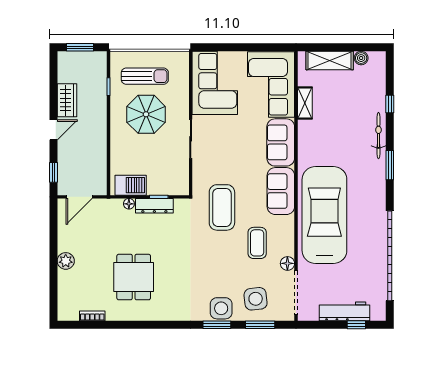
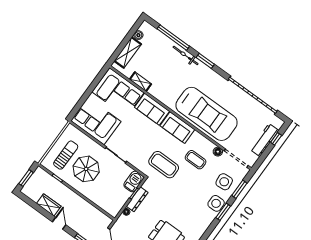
window: (390, 104) -> (173, 38), width x3.17
barbecue: (131, 185) -> (134, 181), moved
car: (324, 215) -> (207, 114), turned 180

